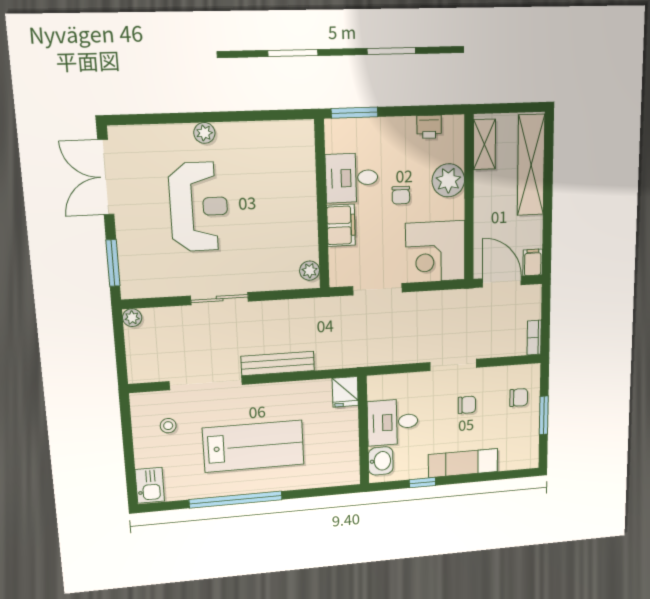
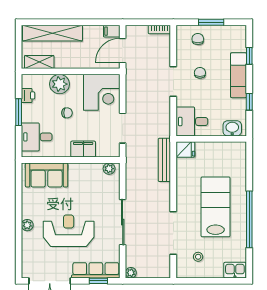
window: (355, 113) -> (19, 112), moved
sofa: (295, 164) -> (47, 175), added
desk: (352, 178) -> (37, 137), moved, turned 90
row of seats: (132, 258) -> (96, 270), added
window: (113, 263) -> (98, 281), width x0.67
sliding door: (220, 299) -> (123, 222), width x1.37
bench: (278, 363) -> (164, 160), moved
desk: (393, 422) -> (192, 121), moved, turned 90
window: (492, 476) -> (249, 56), added

